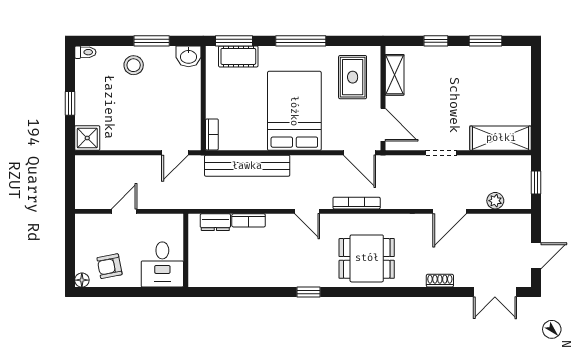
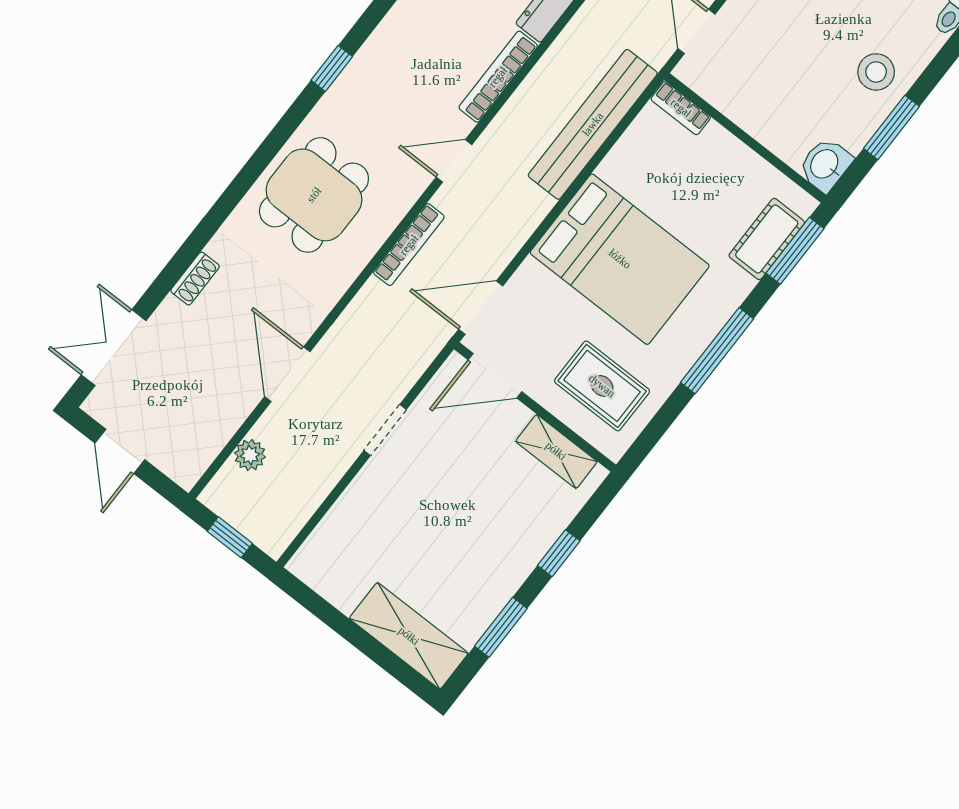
shelving: (501, 138) -> (409, 636), moved, turned 90
bookcase: (249, 220) -> (498, 77), width x1.56

